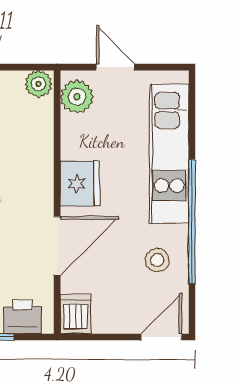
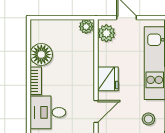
door: (57, 246) -> (96, 111), width x0.73

